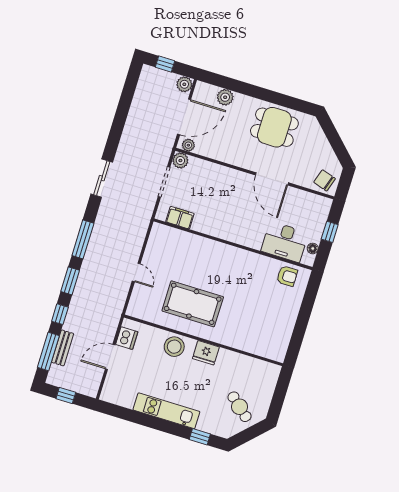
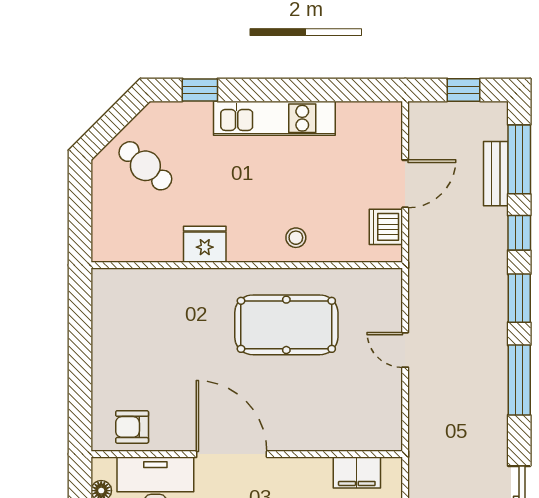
door: (241, 247) -> (232, 454), added
stool: (174, 347) -> (296, 238), width x0.53, depth x0.53
fridge: (206, 353) -> (205, 244), moved

